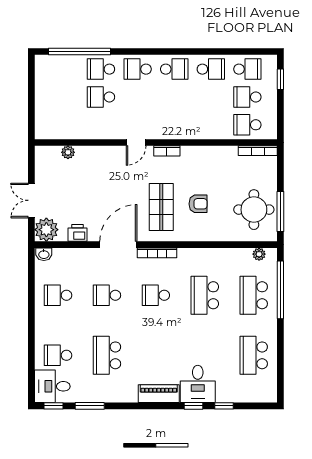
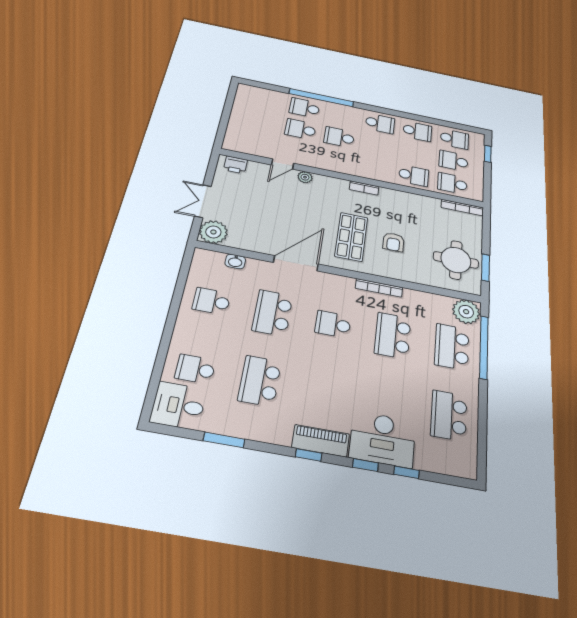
window: (79, 51) -> (321, 98), moved
school desk: (138, 69) -> (339, 137), moved
school desk: (211, 125) -> (414, 176), added
door: (136, 142) -> (283, 164), moved
plant: (68, 152) -> (305, 177), moved
armchair: (198, 204) -> (393, 242), turned 90
window: (280, 212) -> (485, 268), width x0.69
printer: (77, 233) -> (235, 165), moved, turned 180
bookcase: (157, 253) -> (379, 288), moved
washbasin: (44, 254) -> (235, 261), moved
plant: (259, 254) -> (466, 312), width x1.87, depth x1.87
school desk: (107, 295) -> (273, 313), width x1.85
desk: (198, 384) -> (383, 439), width x1.37
window: (53, 406) -> (309, 455), moved

